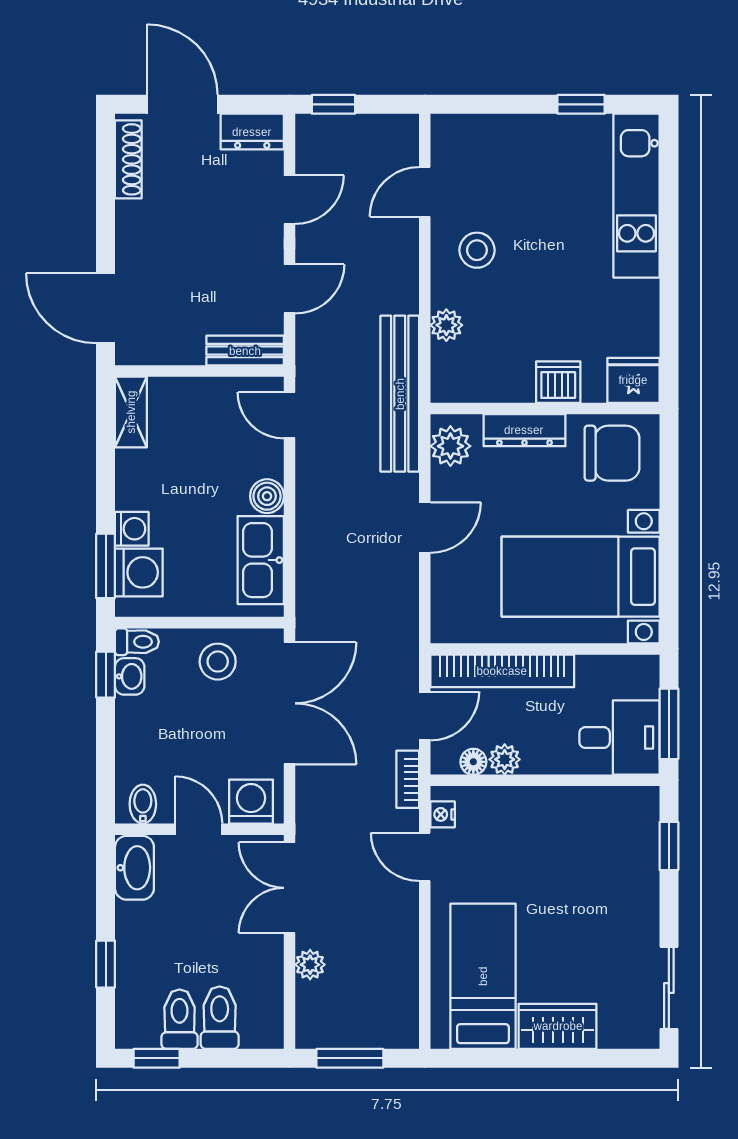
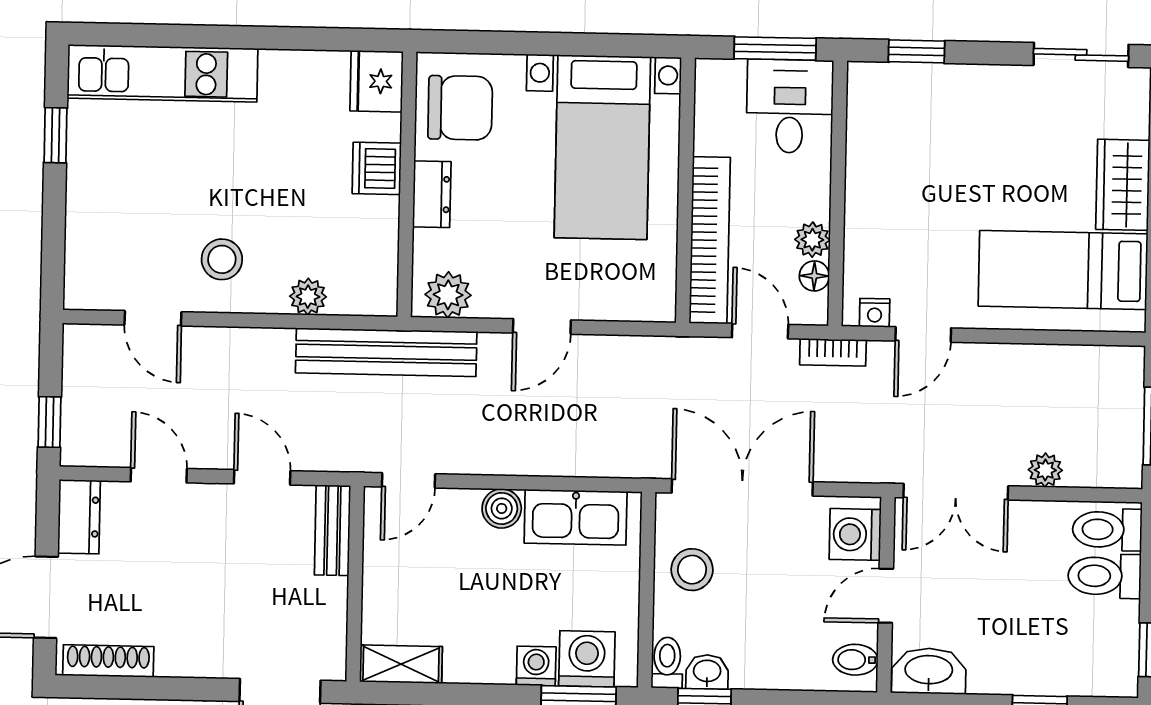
dresser: (524, 430) -> (432, 194), width x0.70
chair: (612, 453) -> (460, 108), turned 90
door: (425, 528) -> (542, 326), swing flipped
toilet: (180, 1019) -> (1107, 530), moved

